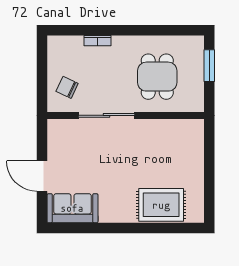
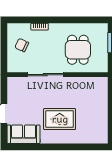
chair: (67, 87) -> (22, 45), moved
rug: (161, 205) -> (60, 119), moved

